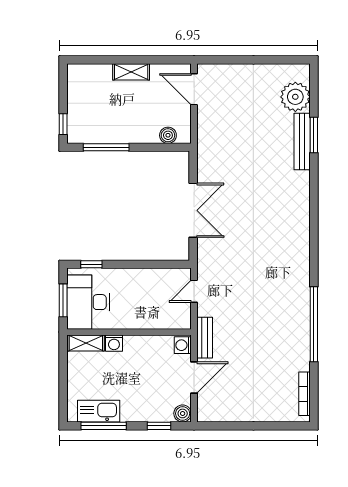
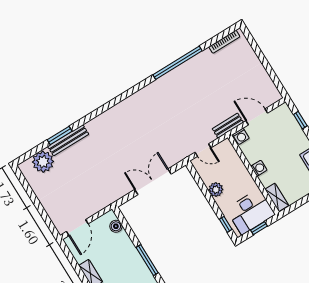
plant: (139, 278) -> (216, 190), added
window: (63, 300) -> (259, 228), width x0.67
washing machine: (114, 343) -> (259, 168), moved
boiler: (183, 413) -> (284, 110), removed

